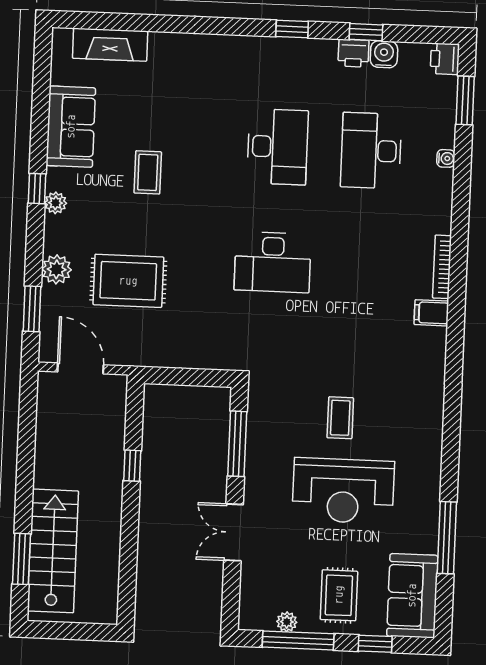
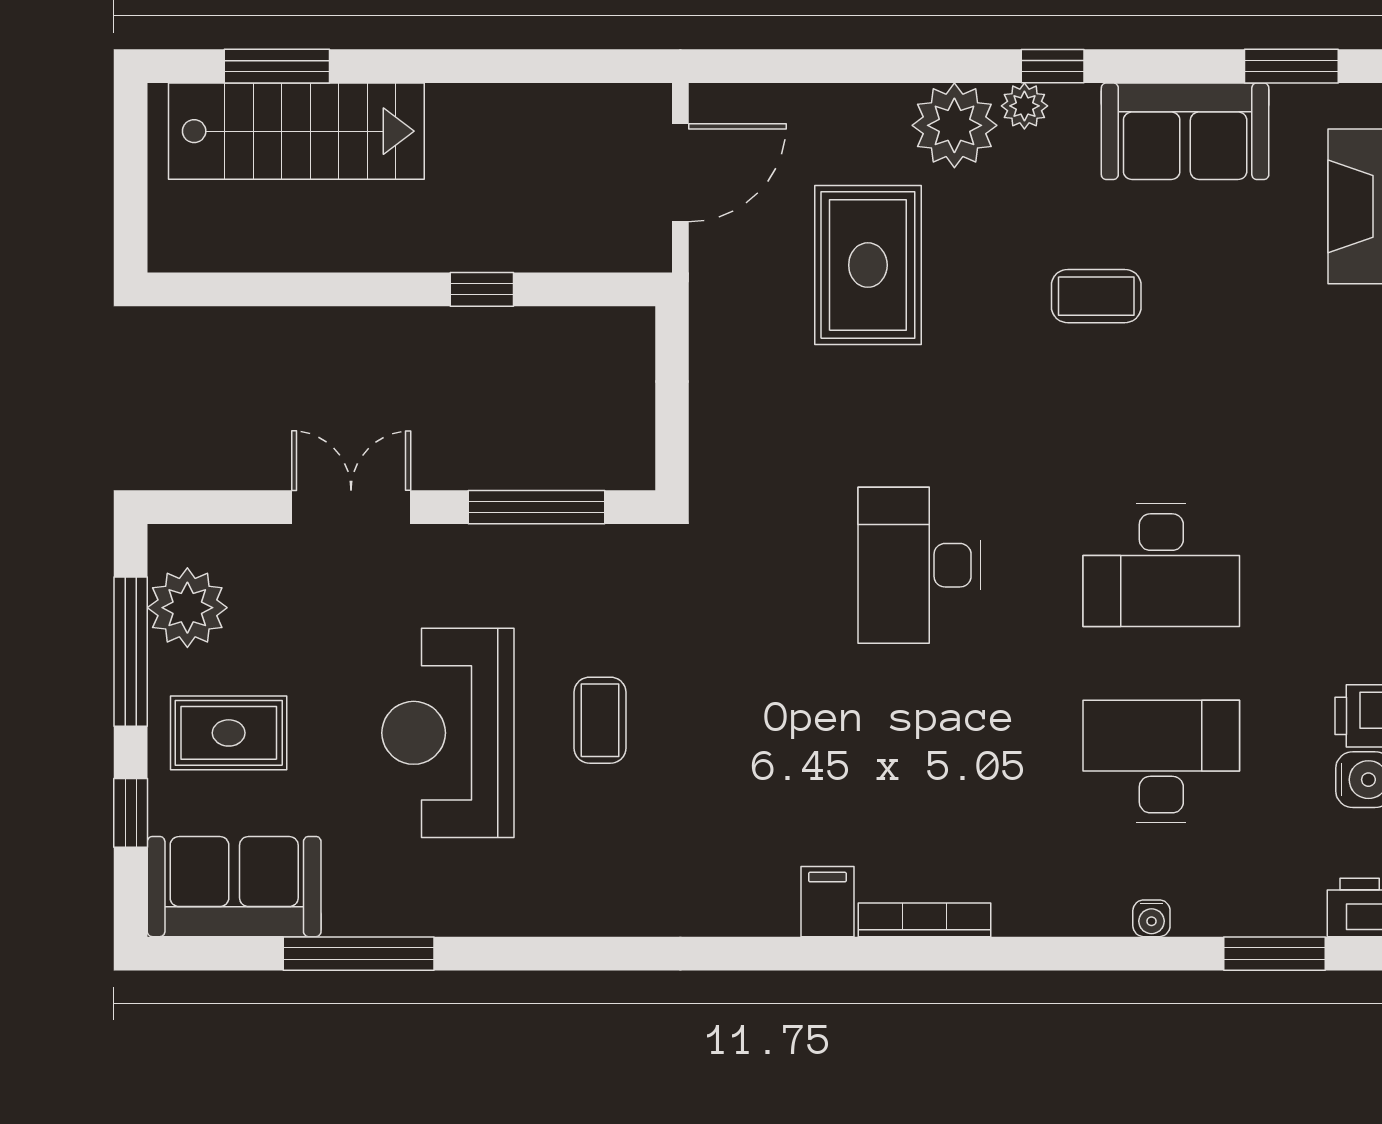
plant: (57, 269) -> (954, 125), moved, width x1.36, depth x1.36
window: (32, 309) -> (1291, 66), moved
coffee table: (340, 418) -> (600, 720), turned 90
plant: (287, 622) -> (187, 608), width x1.88, depth x1.88

